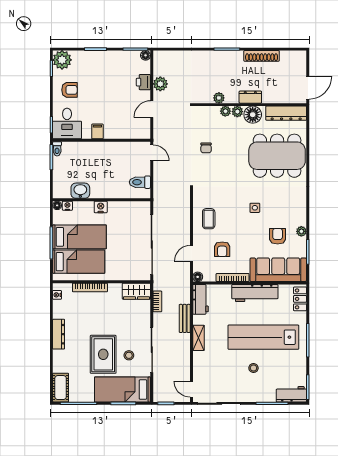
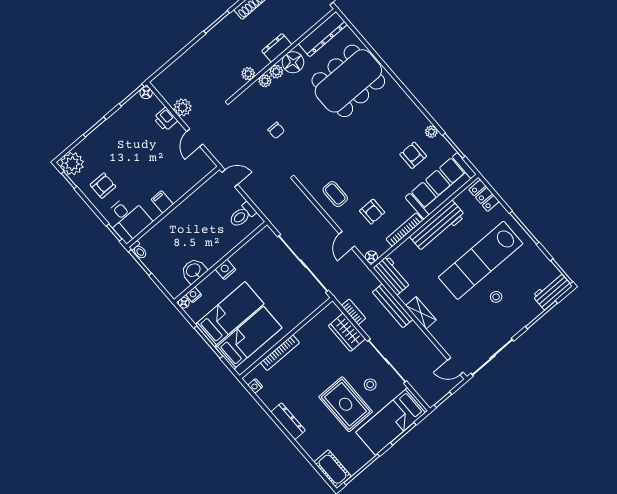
side table: (255, 208) -> (369, 147), removed
wardrobe: (136, 291) -> (347, 332), moved, turned 90
bench: (185, 318) -> (393, 306), width x1.36

